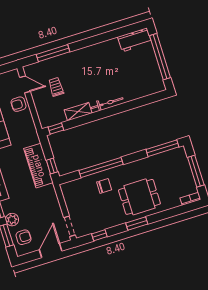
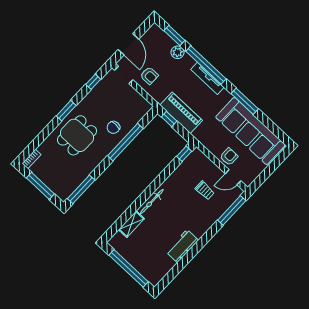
workbench: (135, 40) -> (182, 246), moved
window: (53, 53) -> (232, 210), moved
shelving: (78, 112) -> (131, 224), moved
armchair: (24, 237) -> (149, 76), moved, turned -90

